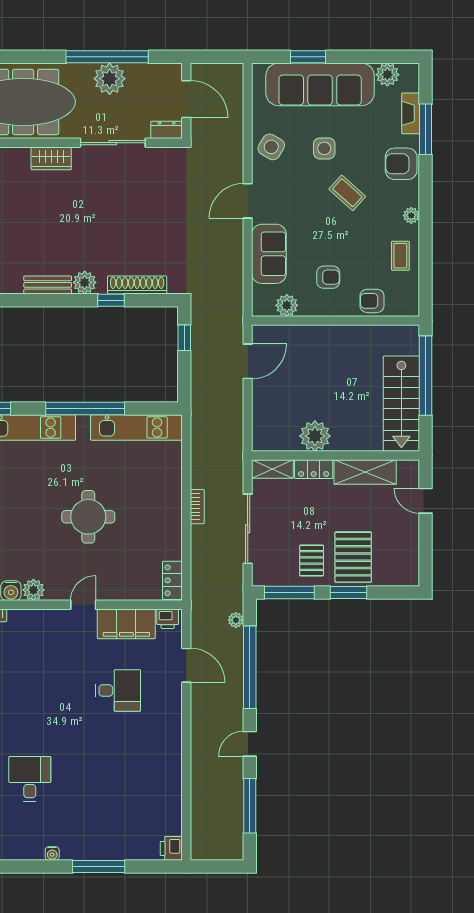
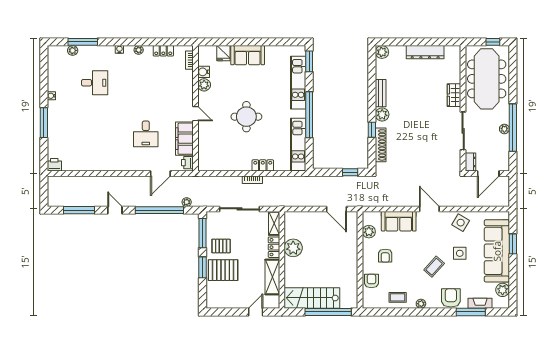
plant: (110, 79) -> (504, 129), width x0.53, depth x0.53
locker: (172, 580) -> (263, 165), moved

